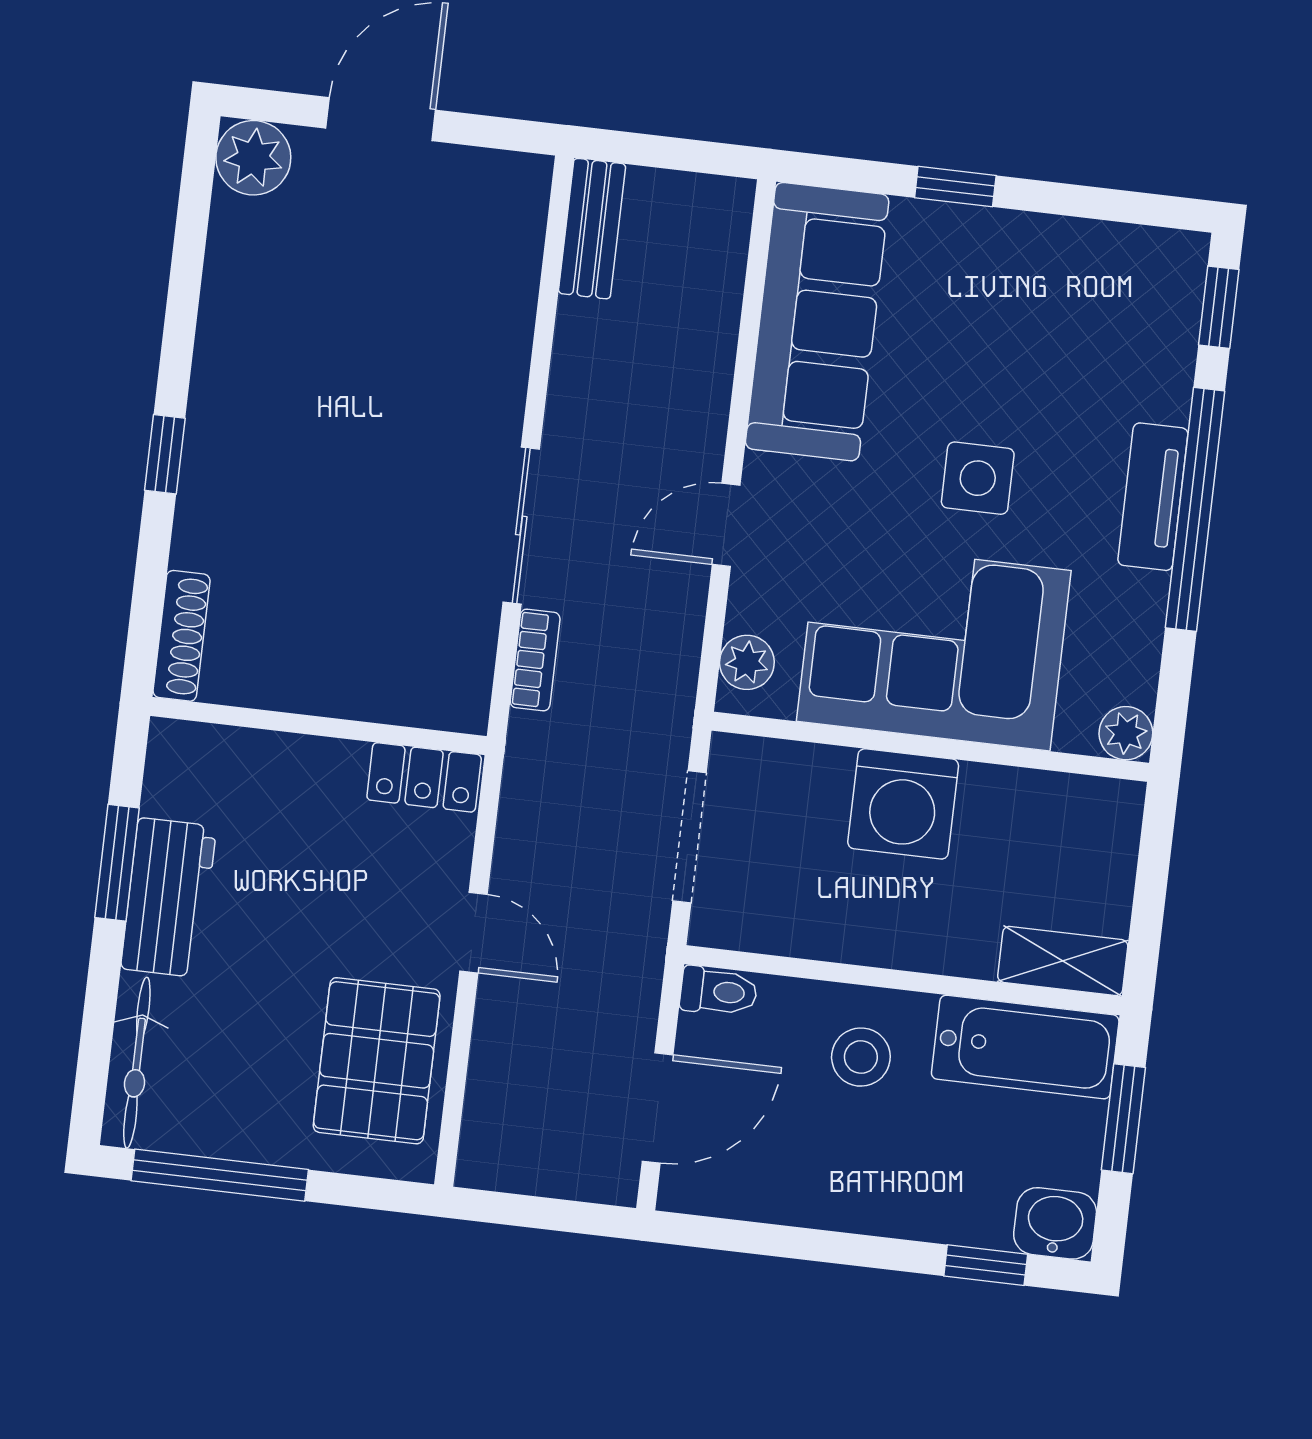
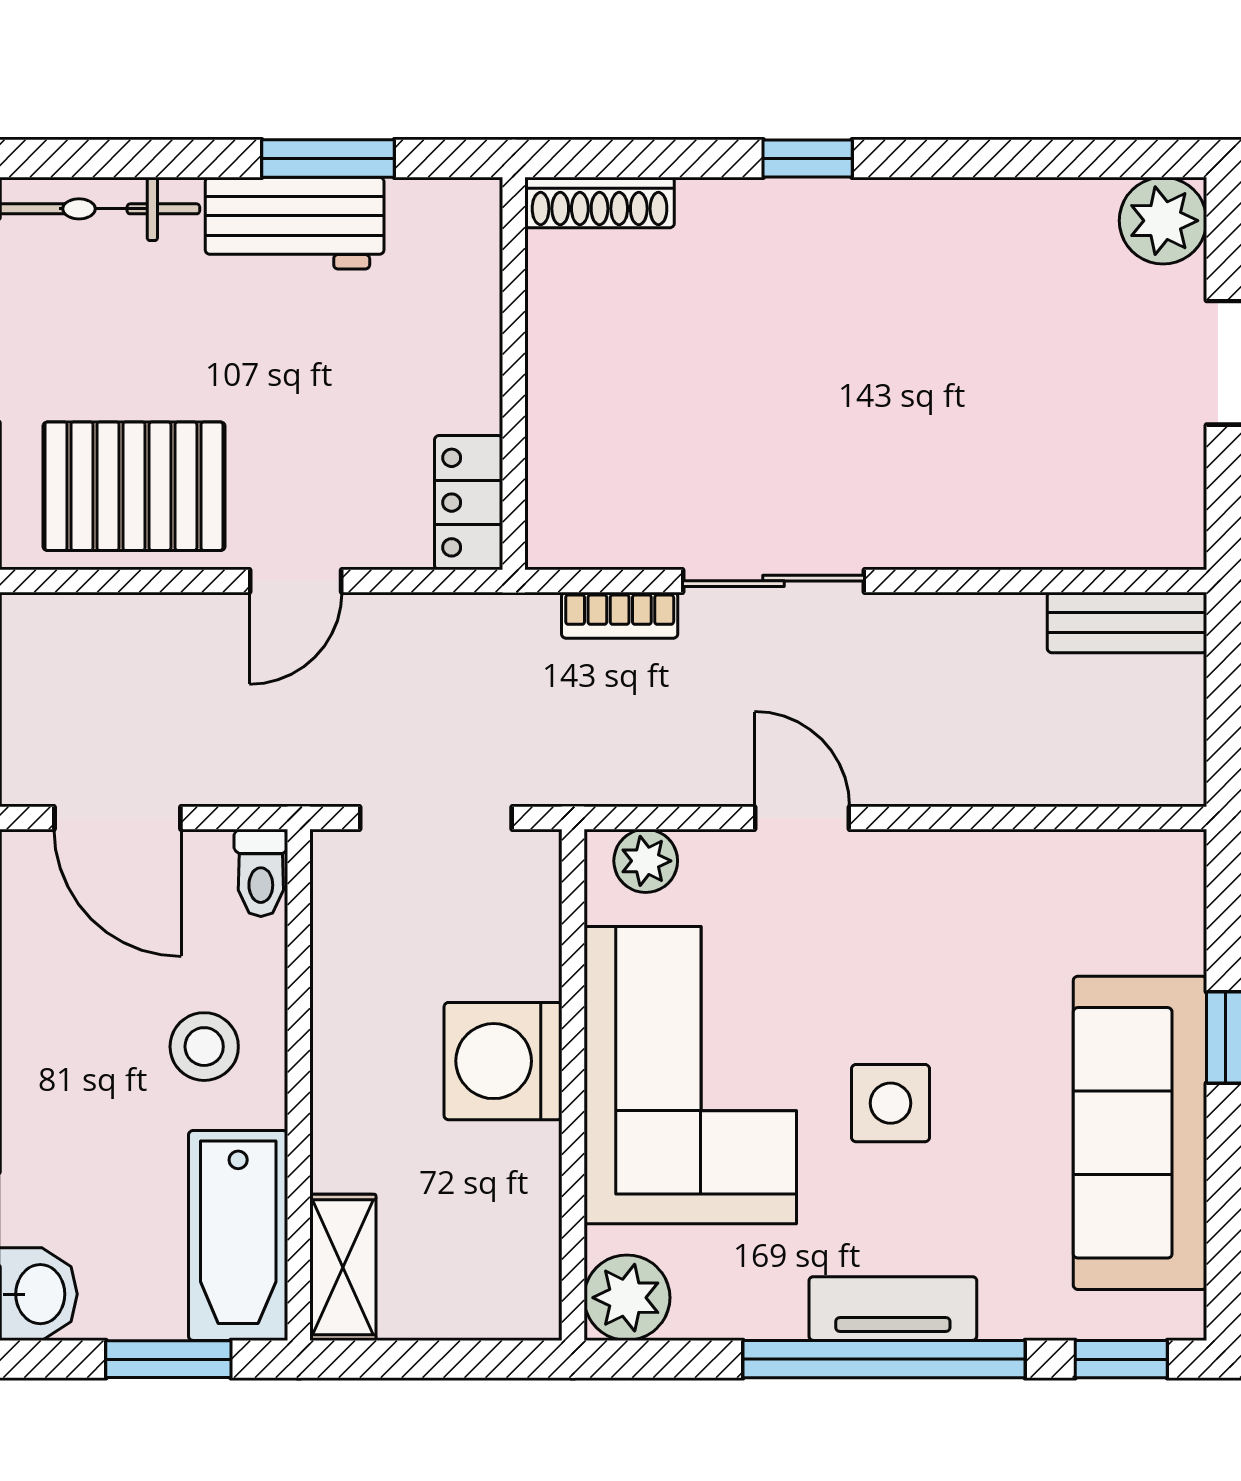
sofa: (817, 322) -> (1140, 1133), moved, turned 90
plant: (1126, 733) -> (627, 1298), width x1.38, depth x1.38

